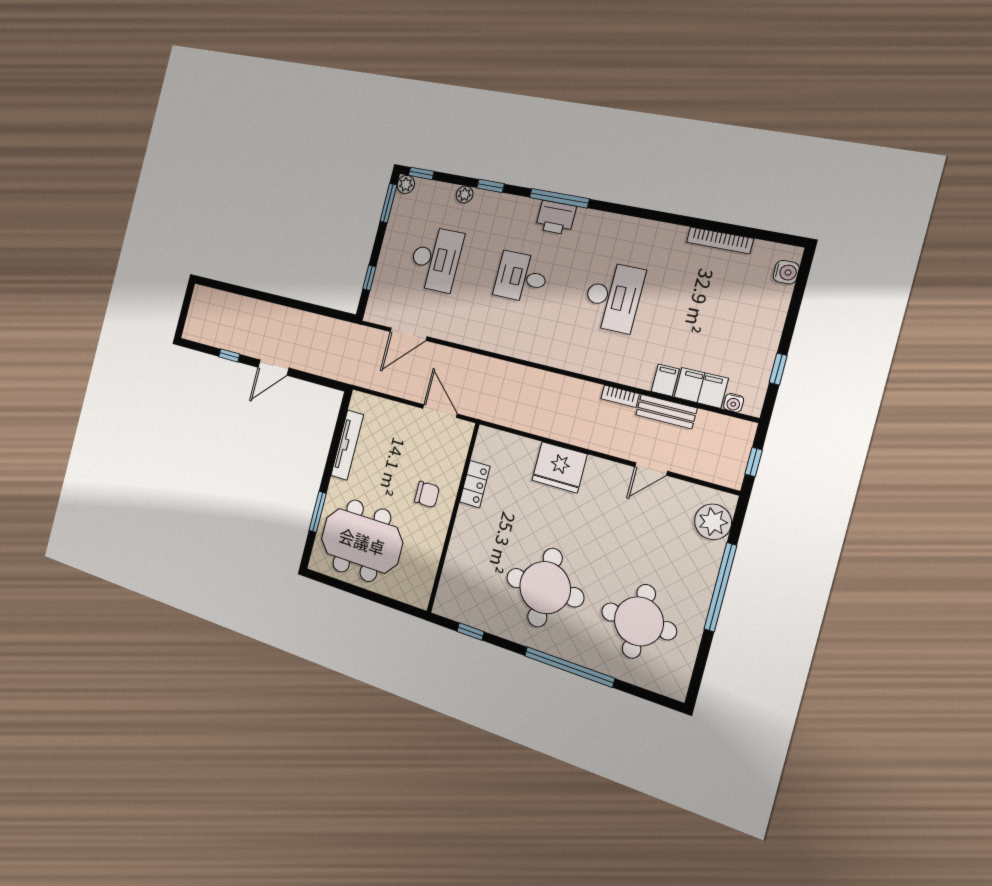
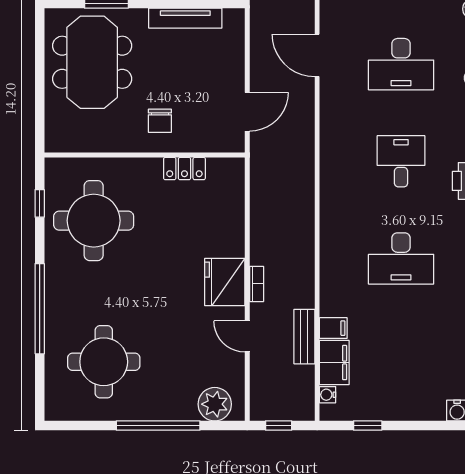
bookcase: (620, 396) -> (257, 284), moved, turned 180
fridge: (559, 467) -> (225, 282), moved
round table: (545, 588) -> (94, 221), moved

